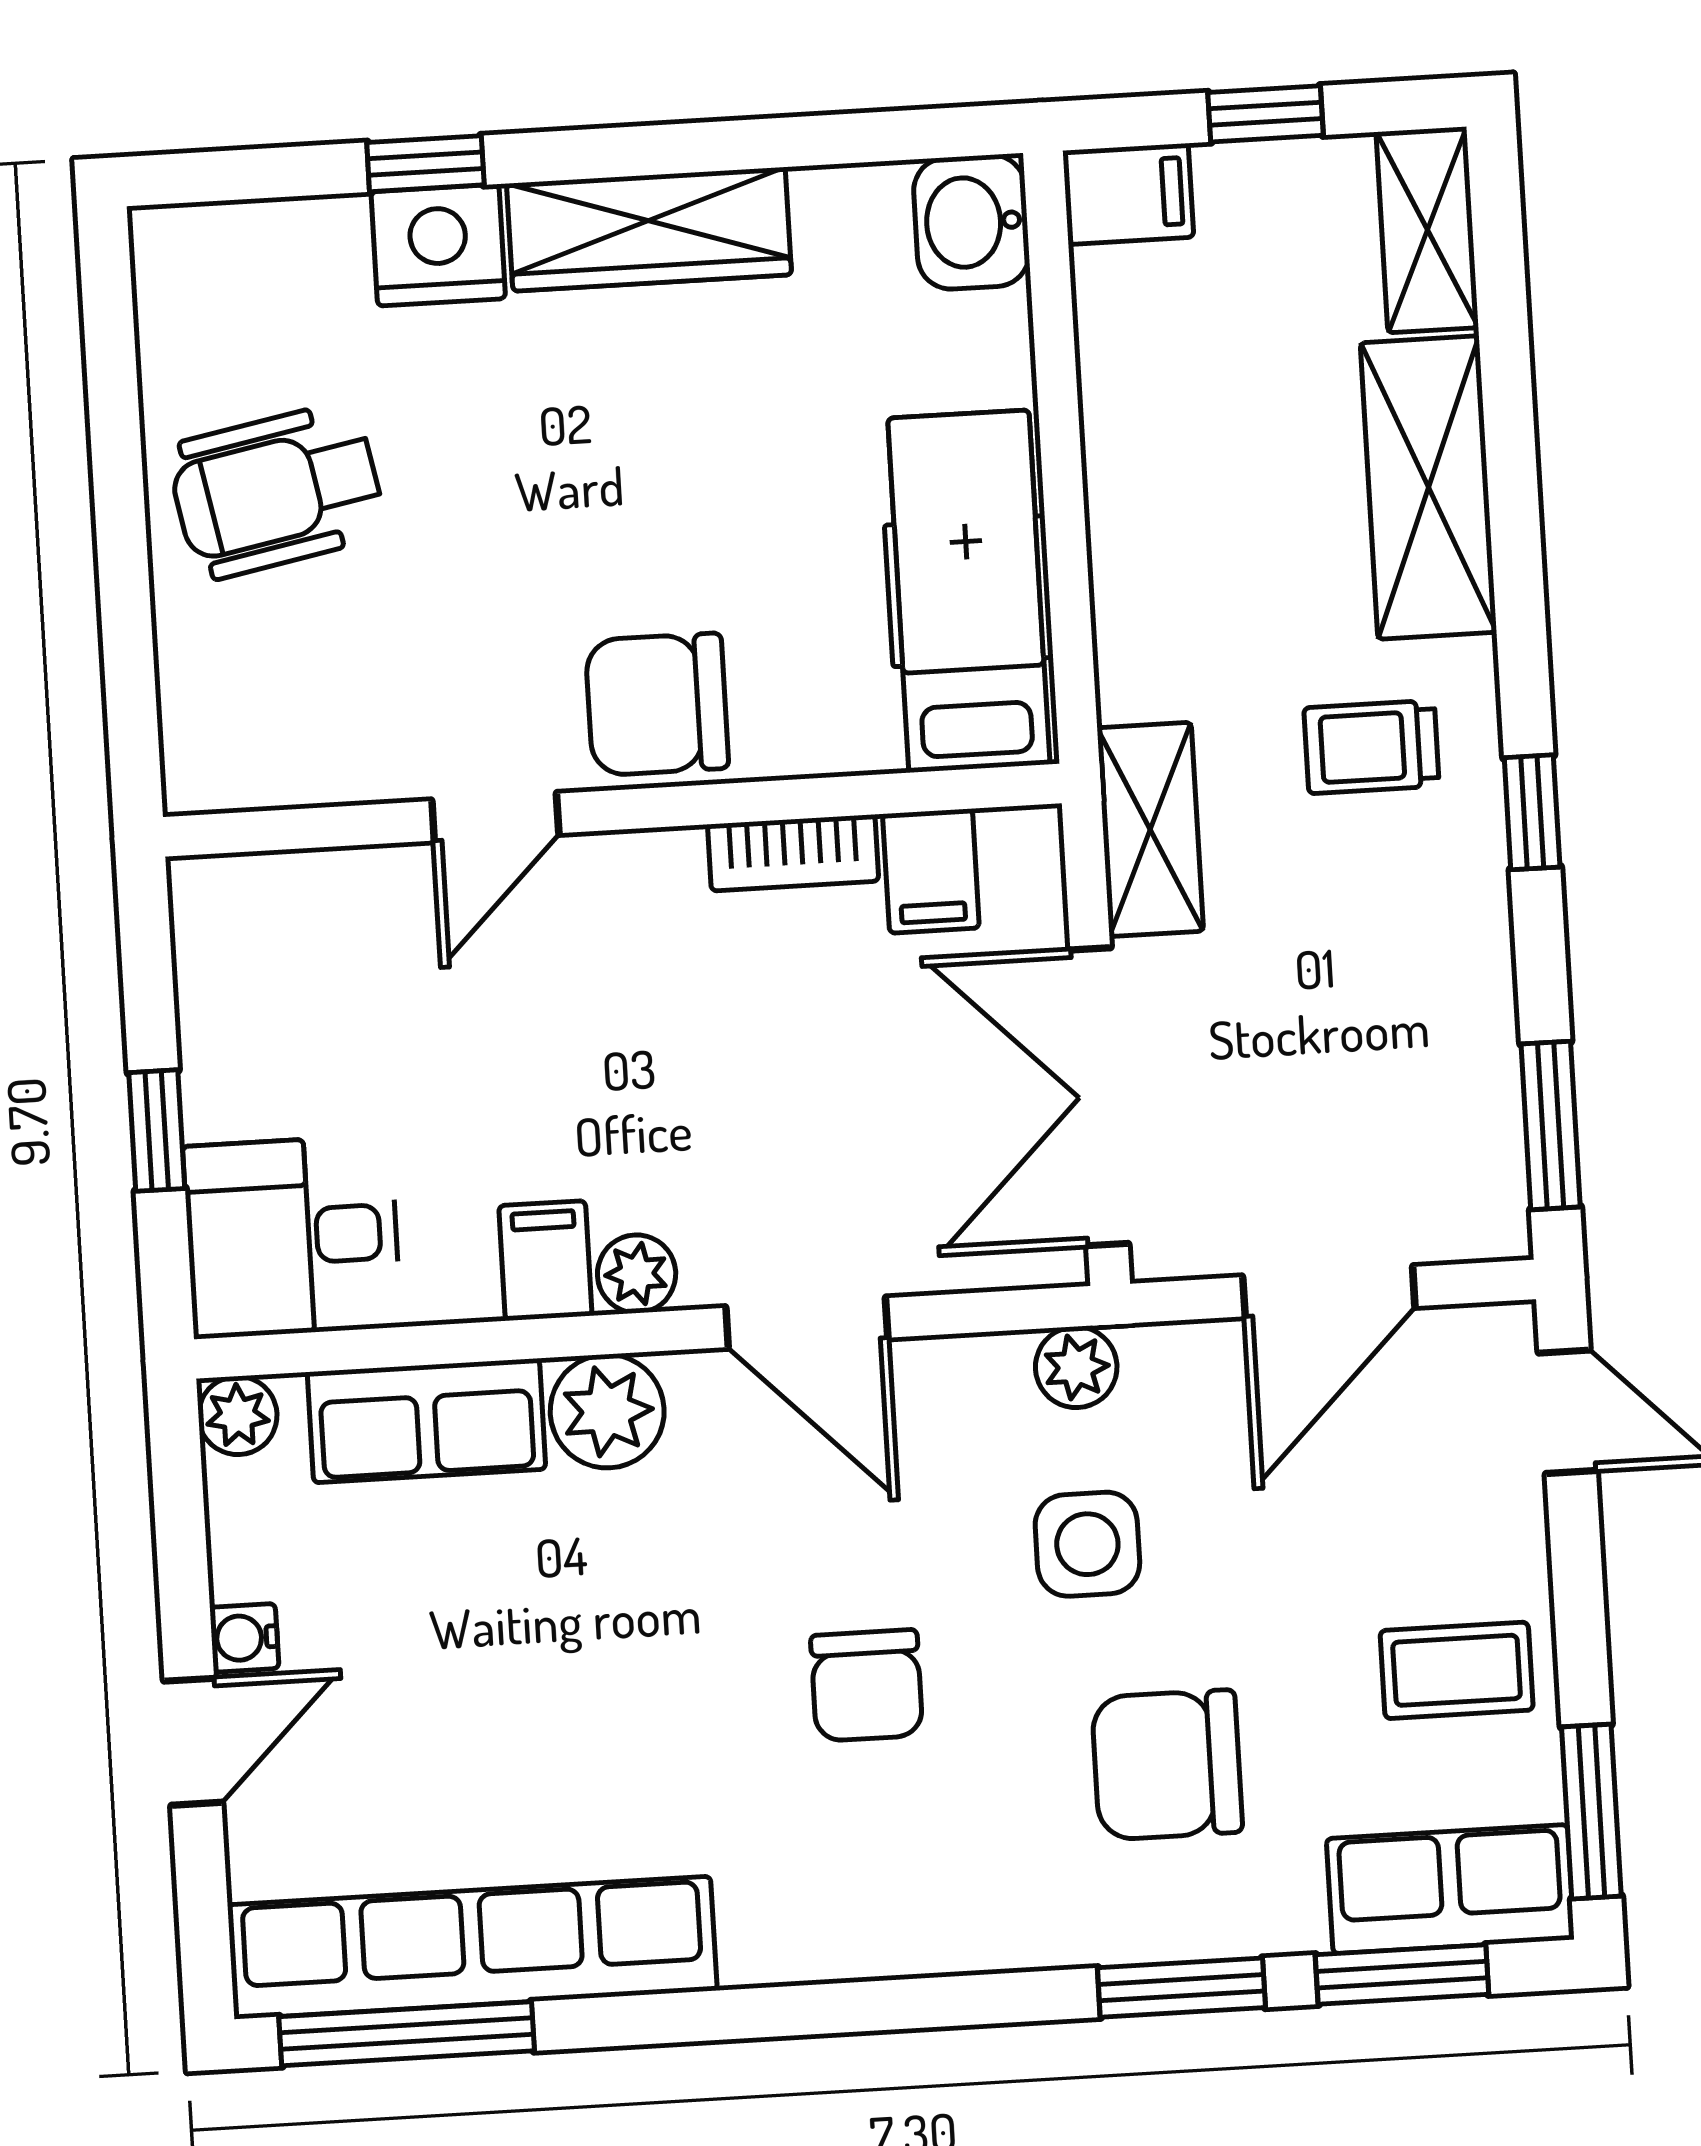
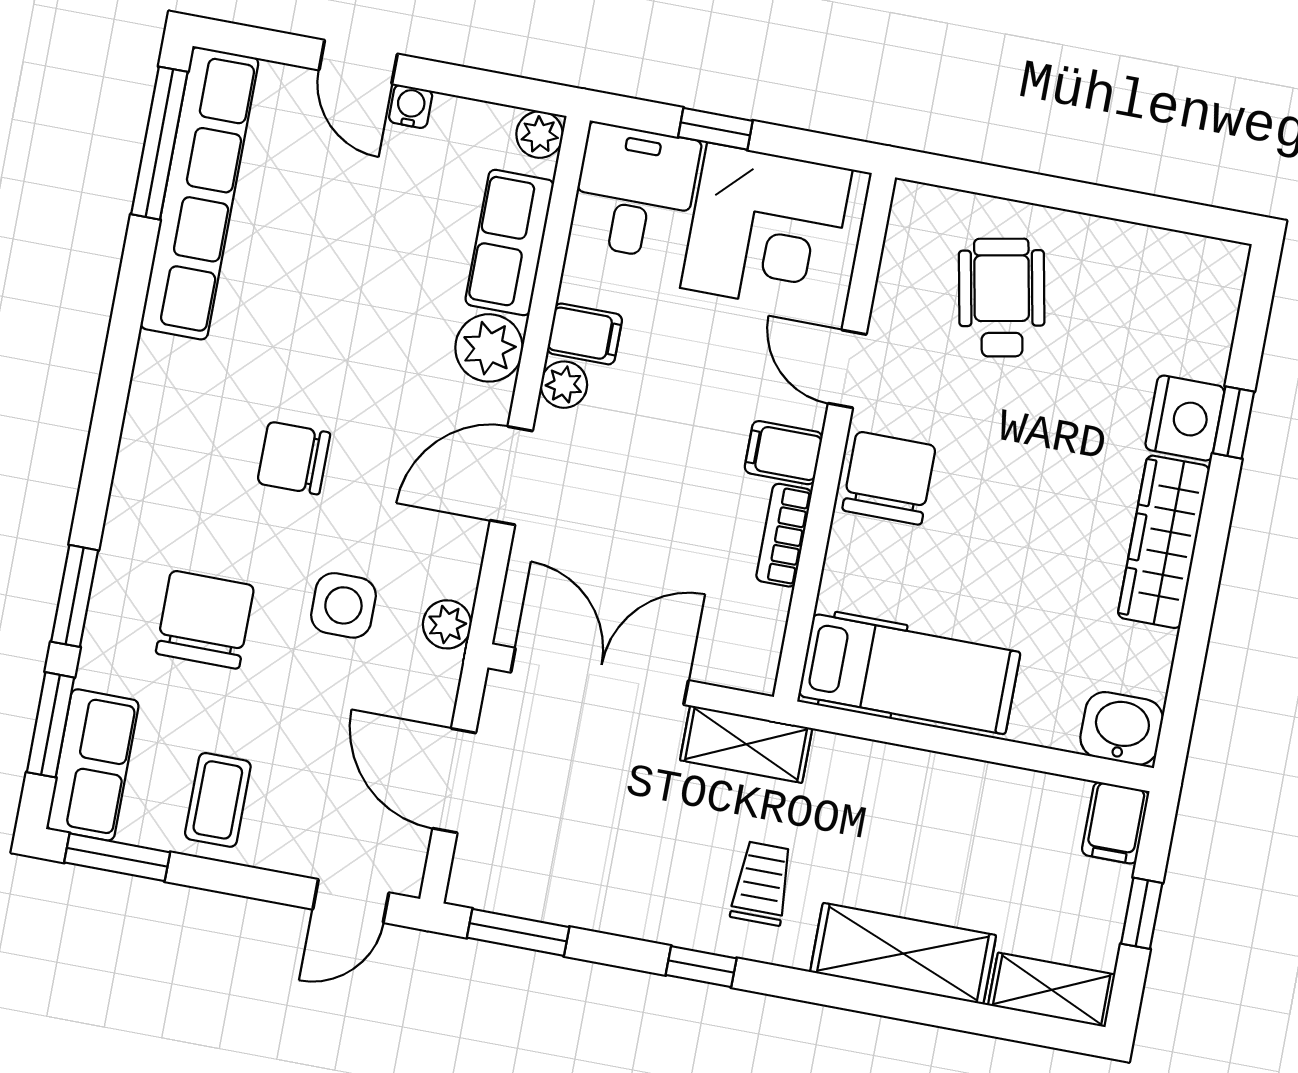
wheelchair: (277, 491) -> (1002, 298), moved
filing cabinet: (931, 871) -> (783, 453), moved
corner desk: (299, 1006) -> (766, 229), added

